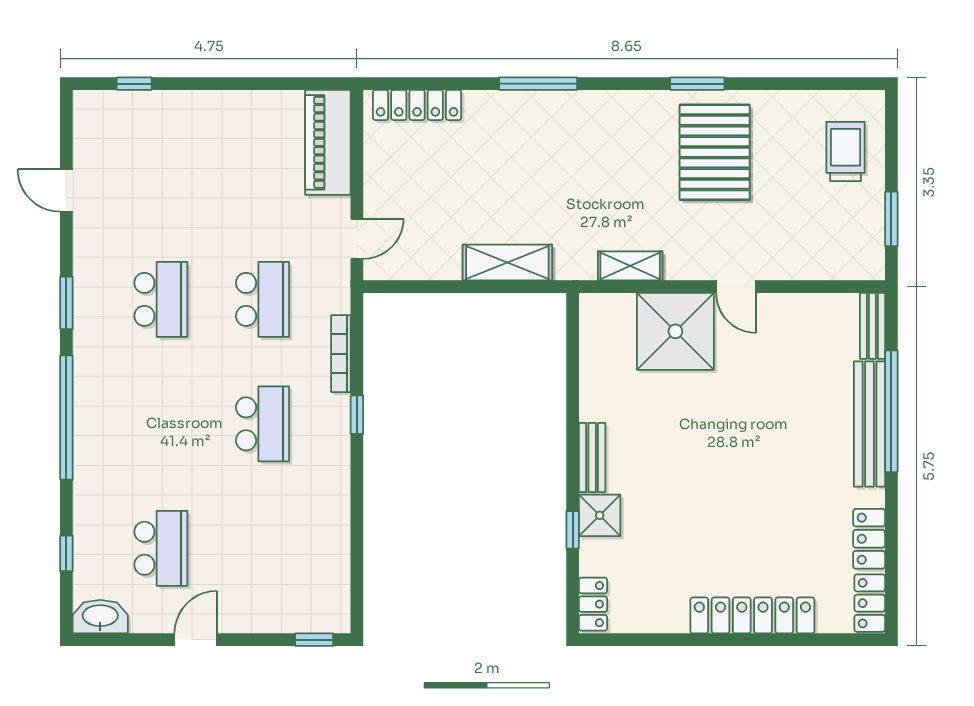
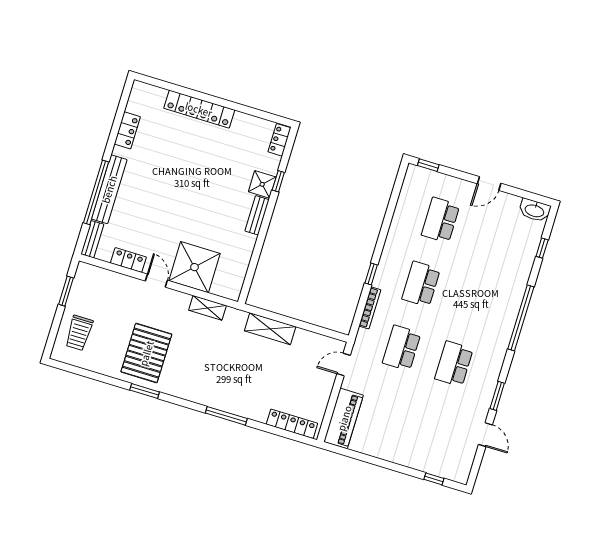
window: (66, 303) -> (497, 396), moved
school desk: (161, 548) -> (440, 220), moved
locker: (870, 603) -> (128, 260), moved, turned -90

